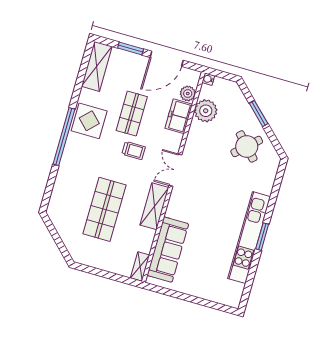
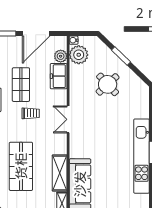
plant: (206, 111) -> (79, 55), moved
round table: (247, 146) -> (108, 84), moved
shelving: (154, 206) -> (60, 173), moved

